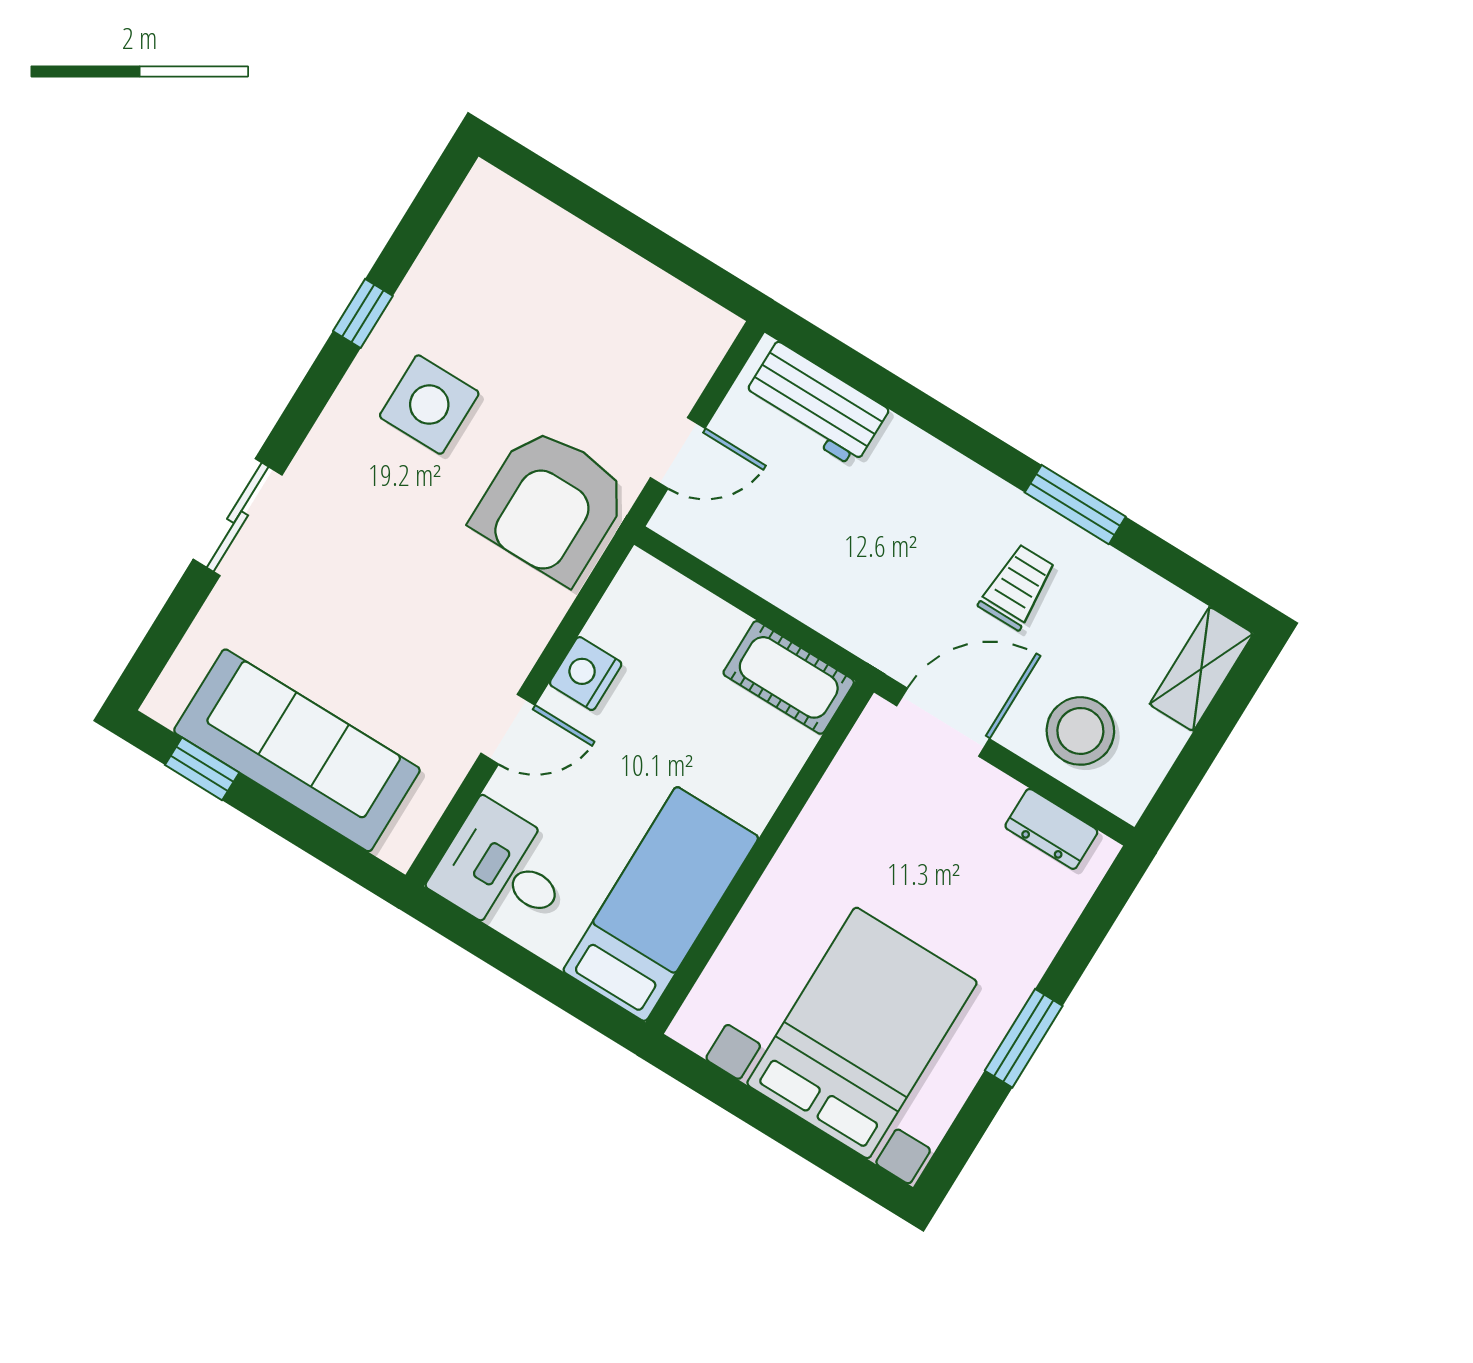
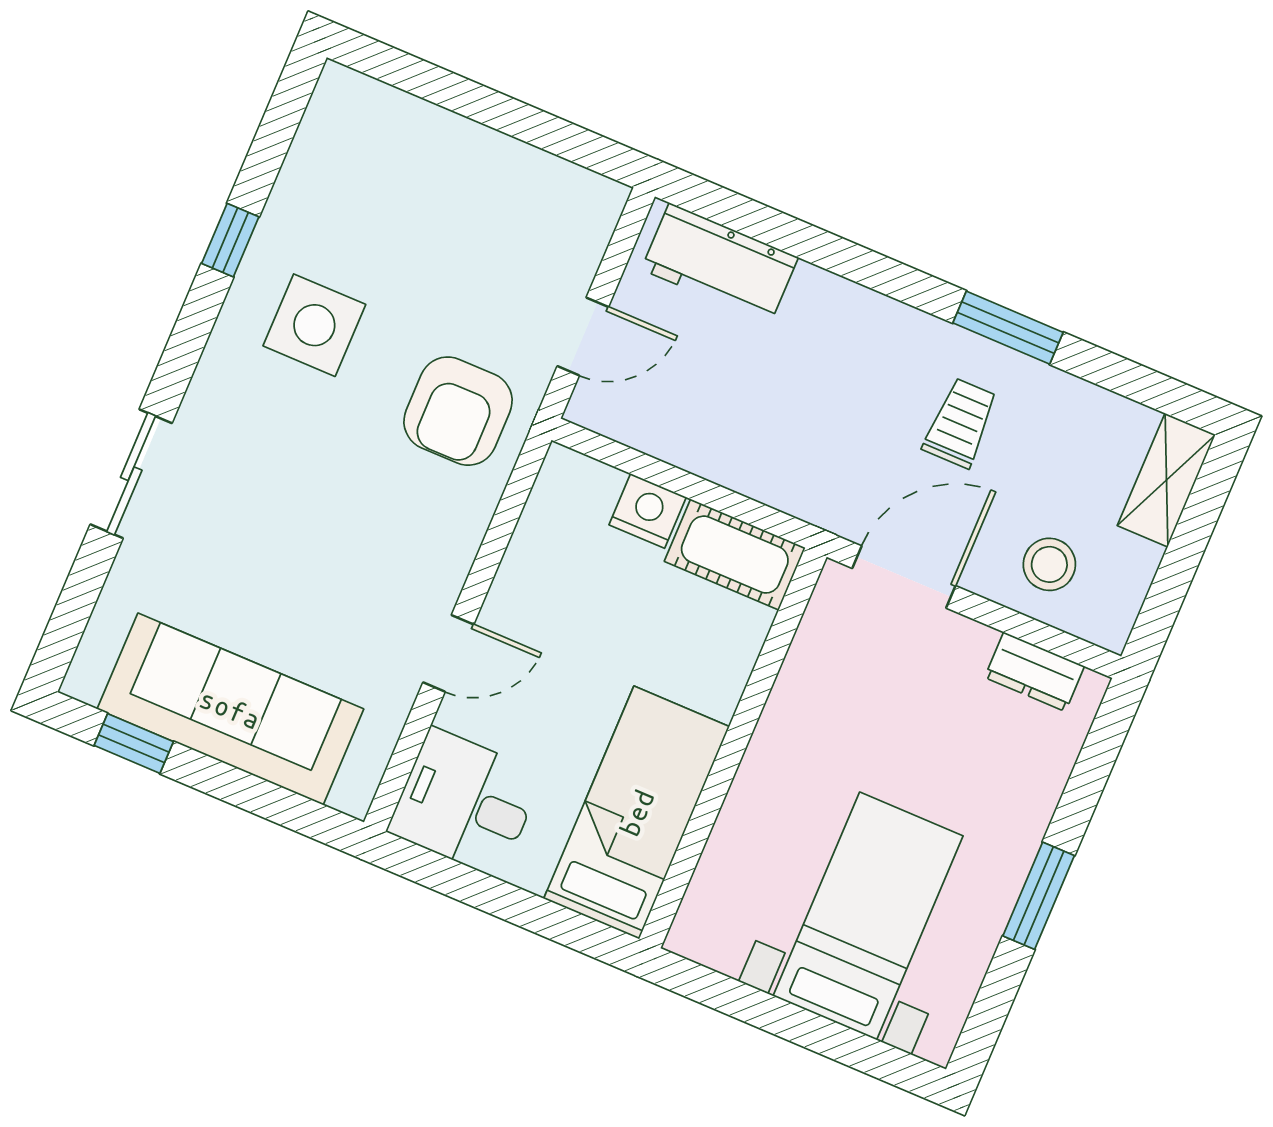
armchair: (551, 505) -> (458, 411), width x0.73, depth x0.73
nightstand: (586, 674) -> (648, 511), moved, turned 90
stool: (1080, 731) -> (1049, 564), width x0.73, depth x0.73
bed with nightstands: (862, 1033) -> (868, 916), width x0.73

